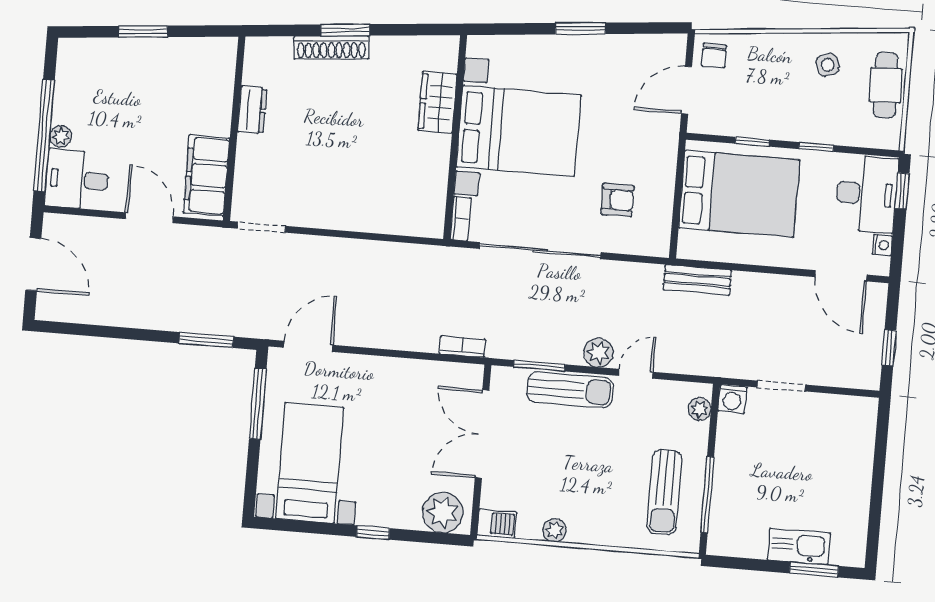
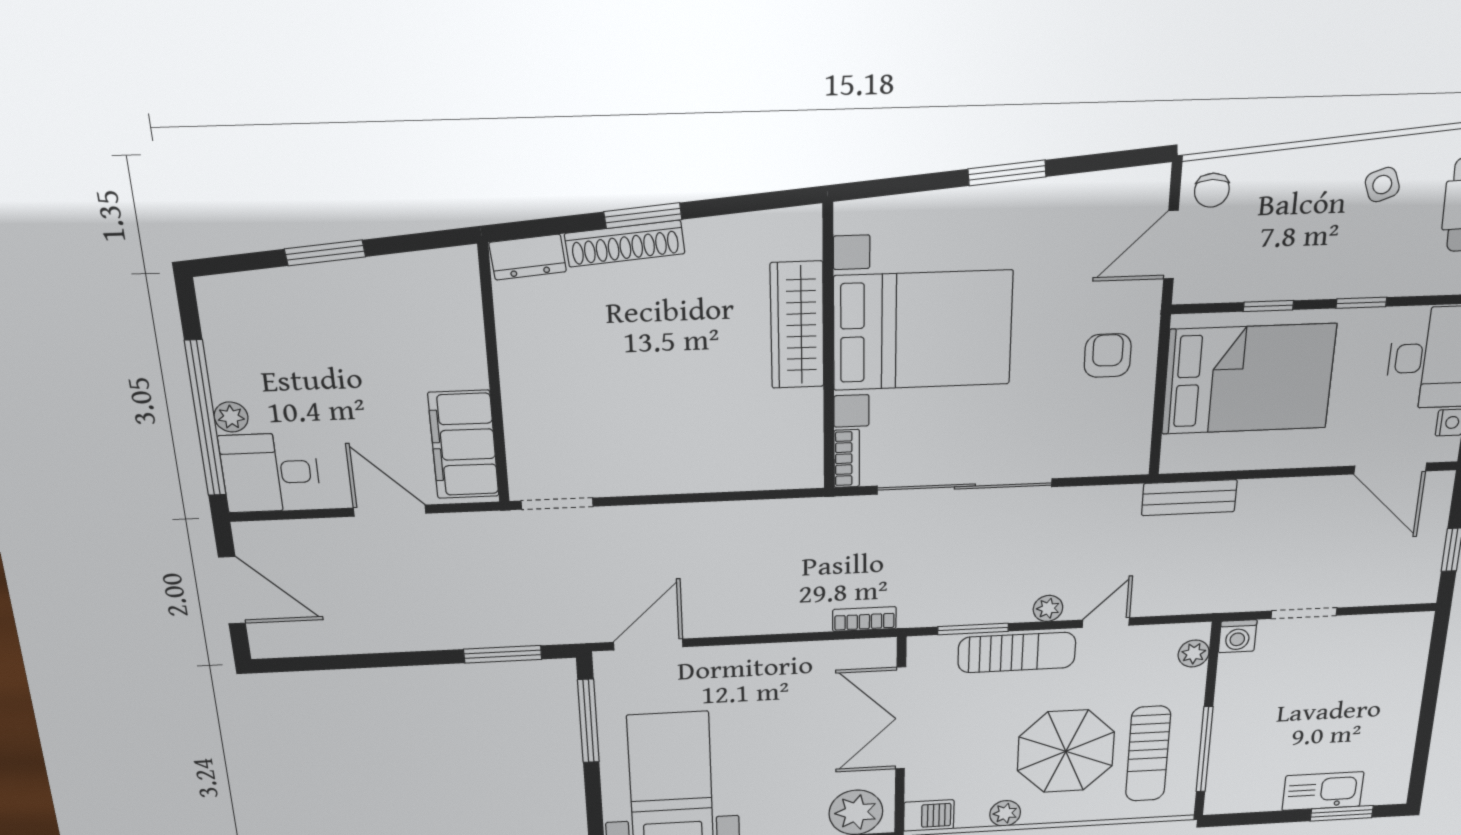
wardrobe: (437, 102) -> (797, 325), width x1.50
dresser: (252, 110) -> (528, 257), moved, turned 85
armchair: (617, 200) -> (1108, 356), moved, turned -90
plant: (598, 352) -> (1048, 608), width x0.73, depth x0.73
parasol: (603, 481) -> (1066, 751), added

